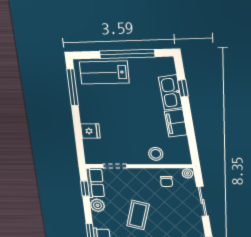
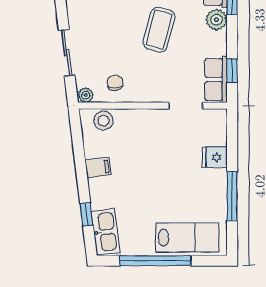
window: (73, 87) -> (232, 196), moved
kitchen sink: (171, 93) -> (106, 232), moved
filing cabinet: (176, 123) -> (98, 167), width x0.50
stool: (156, 154) -> (103, 121), moved
plant: (97, 205) -> (217, 20), moved

